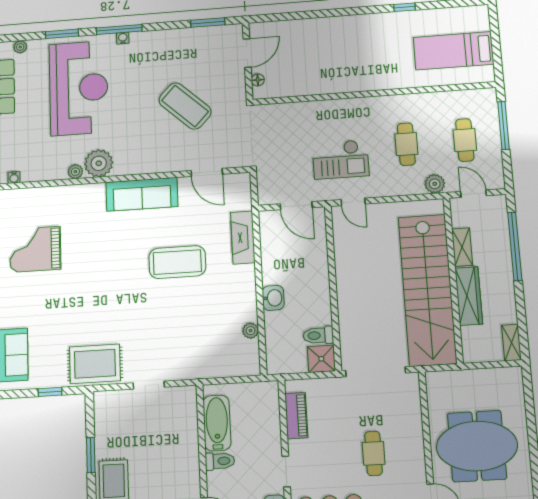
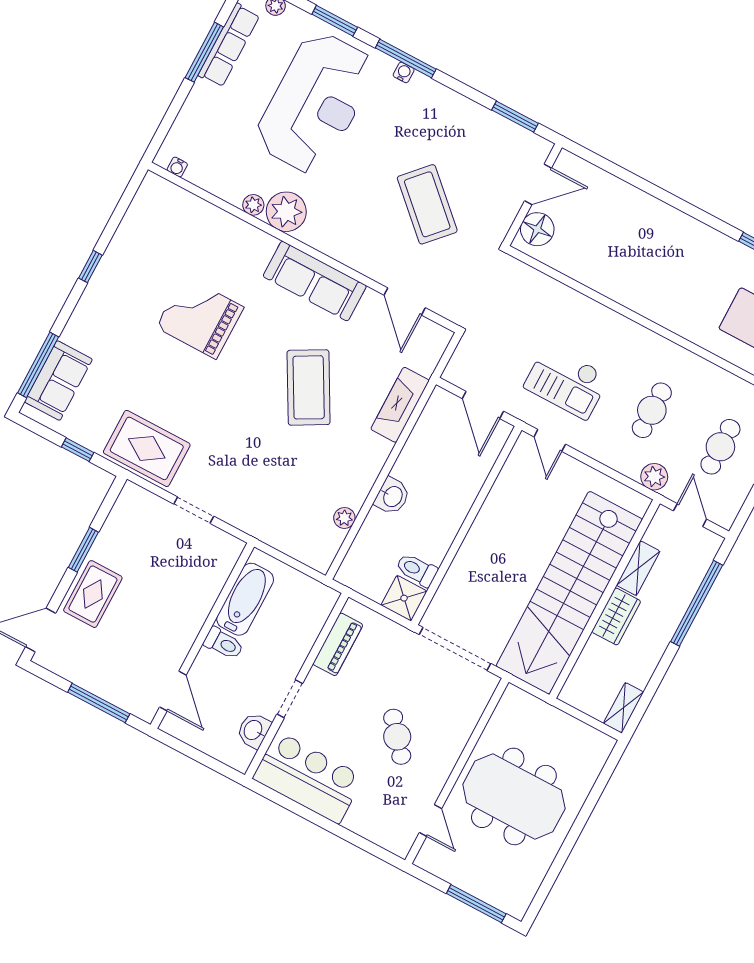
floor lamp: (258, 80) -> (537, 229), width x1.89, depth x1.89
grand piano: (35, 249) -> (200, 317), moved
coffee table: (177, 262) -> (309, 387), turned 61
wardrobe: (469, 296) -> (616, 616), width x0.67
cafe table: (374, 453) -> (397, 737), turned -40

